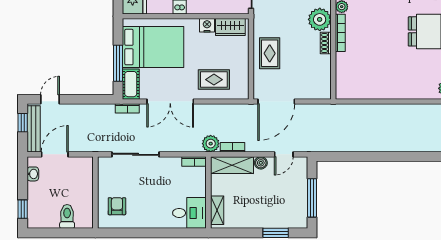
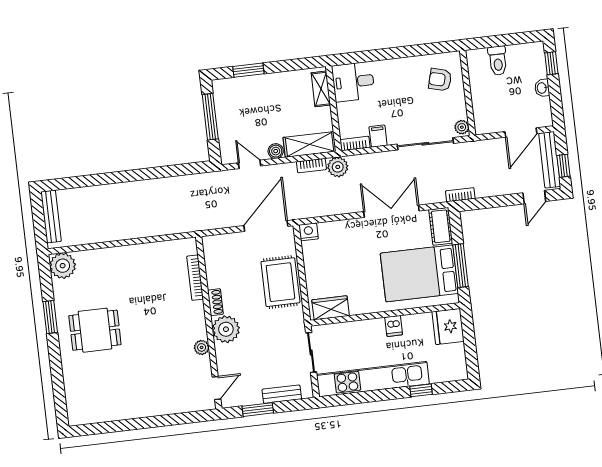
nightstand: (207, 25) -> (309, 232), moved, turned 180
bookcase: (340, 33) -> (195, 278), moved
rug: (270, 53) -> (280, 282), width x1.36, depth x1.43
window: (118, 63) -> (461, 266), moved
rug: (214, 80) -> (343, 243), removed
bookcase: (127, 108) -> (460, 195), moved
door: (284, 154) -> (250, 164), hinge flipped
plant: (103, 165) -> (462, 127), added
filing cabinet: (174, 165) -> (378, 136), added
washbasin: (33, 174) -> (542, 88), moved
armchair: (117, 206) -> (440, 80), turned 105

